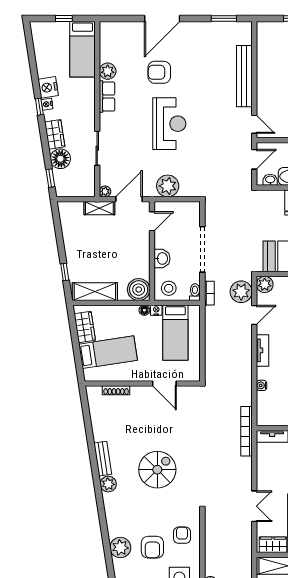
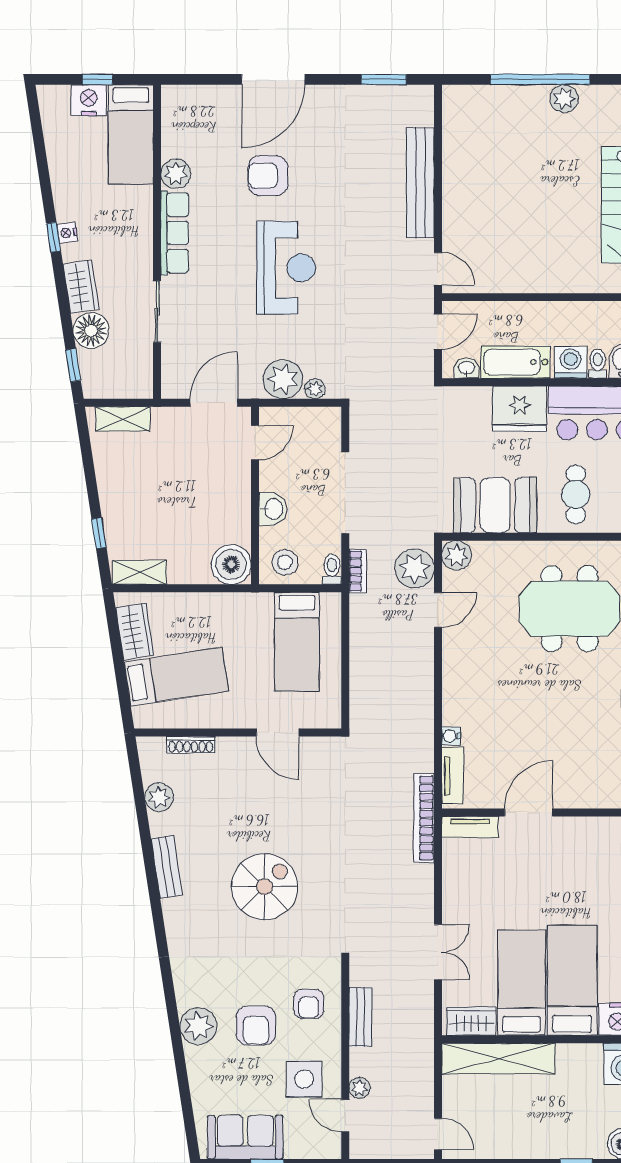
nightstand: (48, 87) -> (89, 100), moved, turned 99
row of seats: (107, 97) -> (175, 233), width x1.48
plant: (105, 191) -> (315, 389), moved
shelving: (99, 208) -> (123, 419), moved
shelving: (95, 292) -> (139, 572), width x0.67, depth x0.75
floor lamp: (144, 310) -> (241, 602), removed
nightstand: (156, 310) -> (263, 602), removed
tv unit: (262, 350) -> (453, 776), moved
plant: (108, 484) -> (159, 797), moved
armchair: (182, 535) -> (309, 1004), turned 180
bench: (211, 542) -> (360, 1017), added

